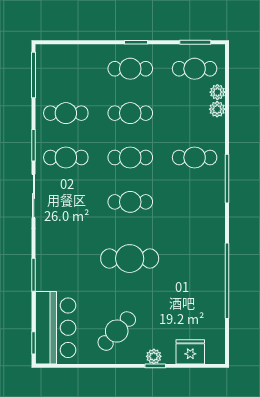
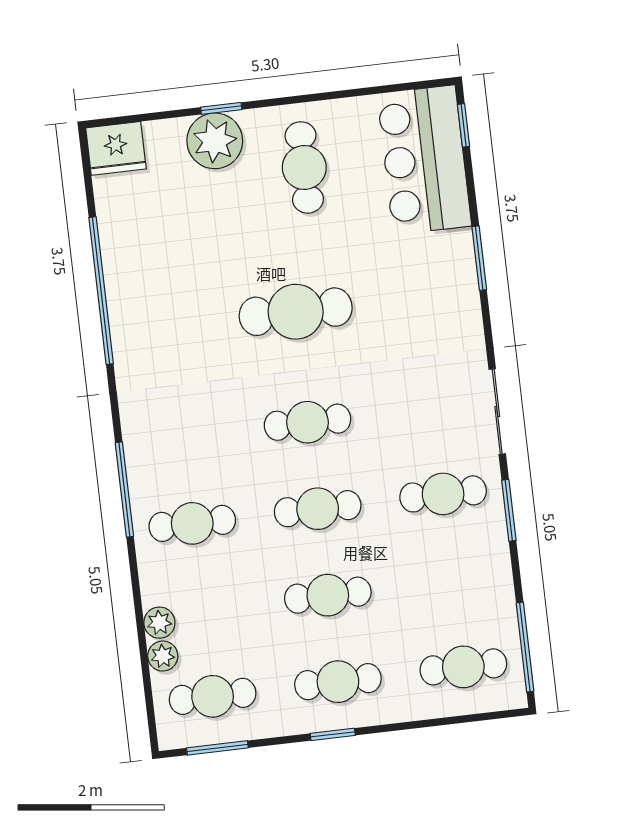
cafe table: (66, 113) -> (463, 667), moved
cafe table: (117, 331) -> (304, 167), turned -43
fridge: (190, 352) -> (116, 148), moved
plant: (154, 356) -> (215, 141), width x1.87, depth x1.87

